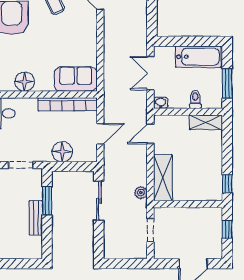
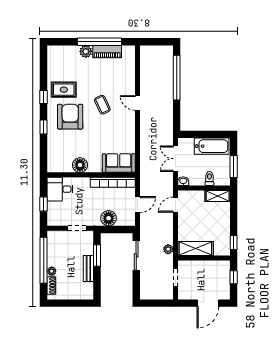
shelving: (163, 178) -> (195, 249), moved, turned 90

